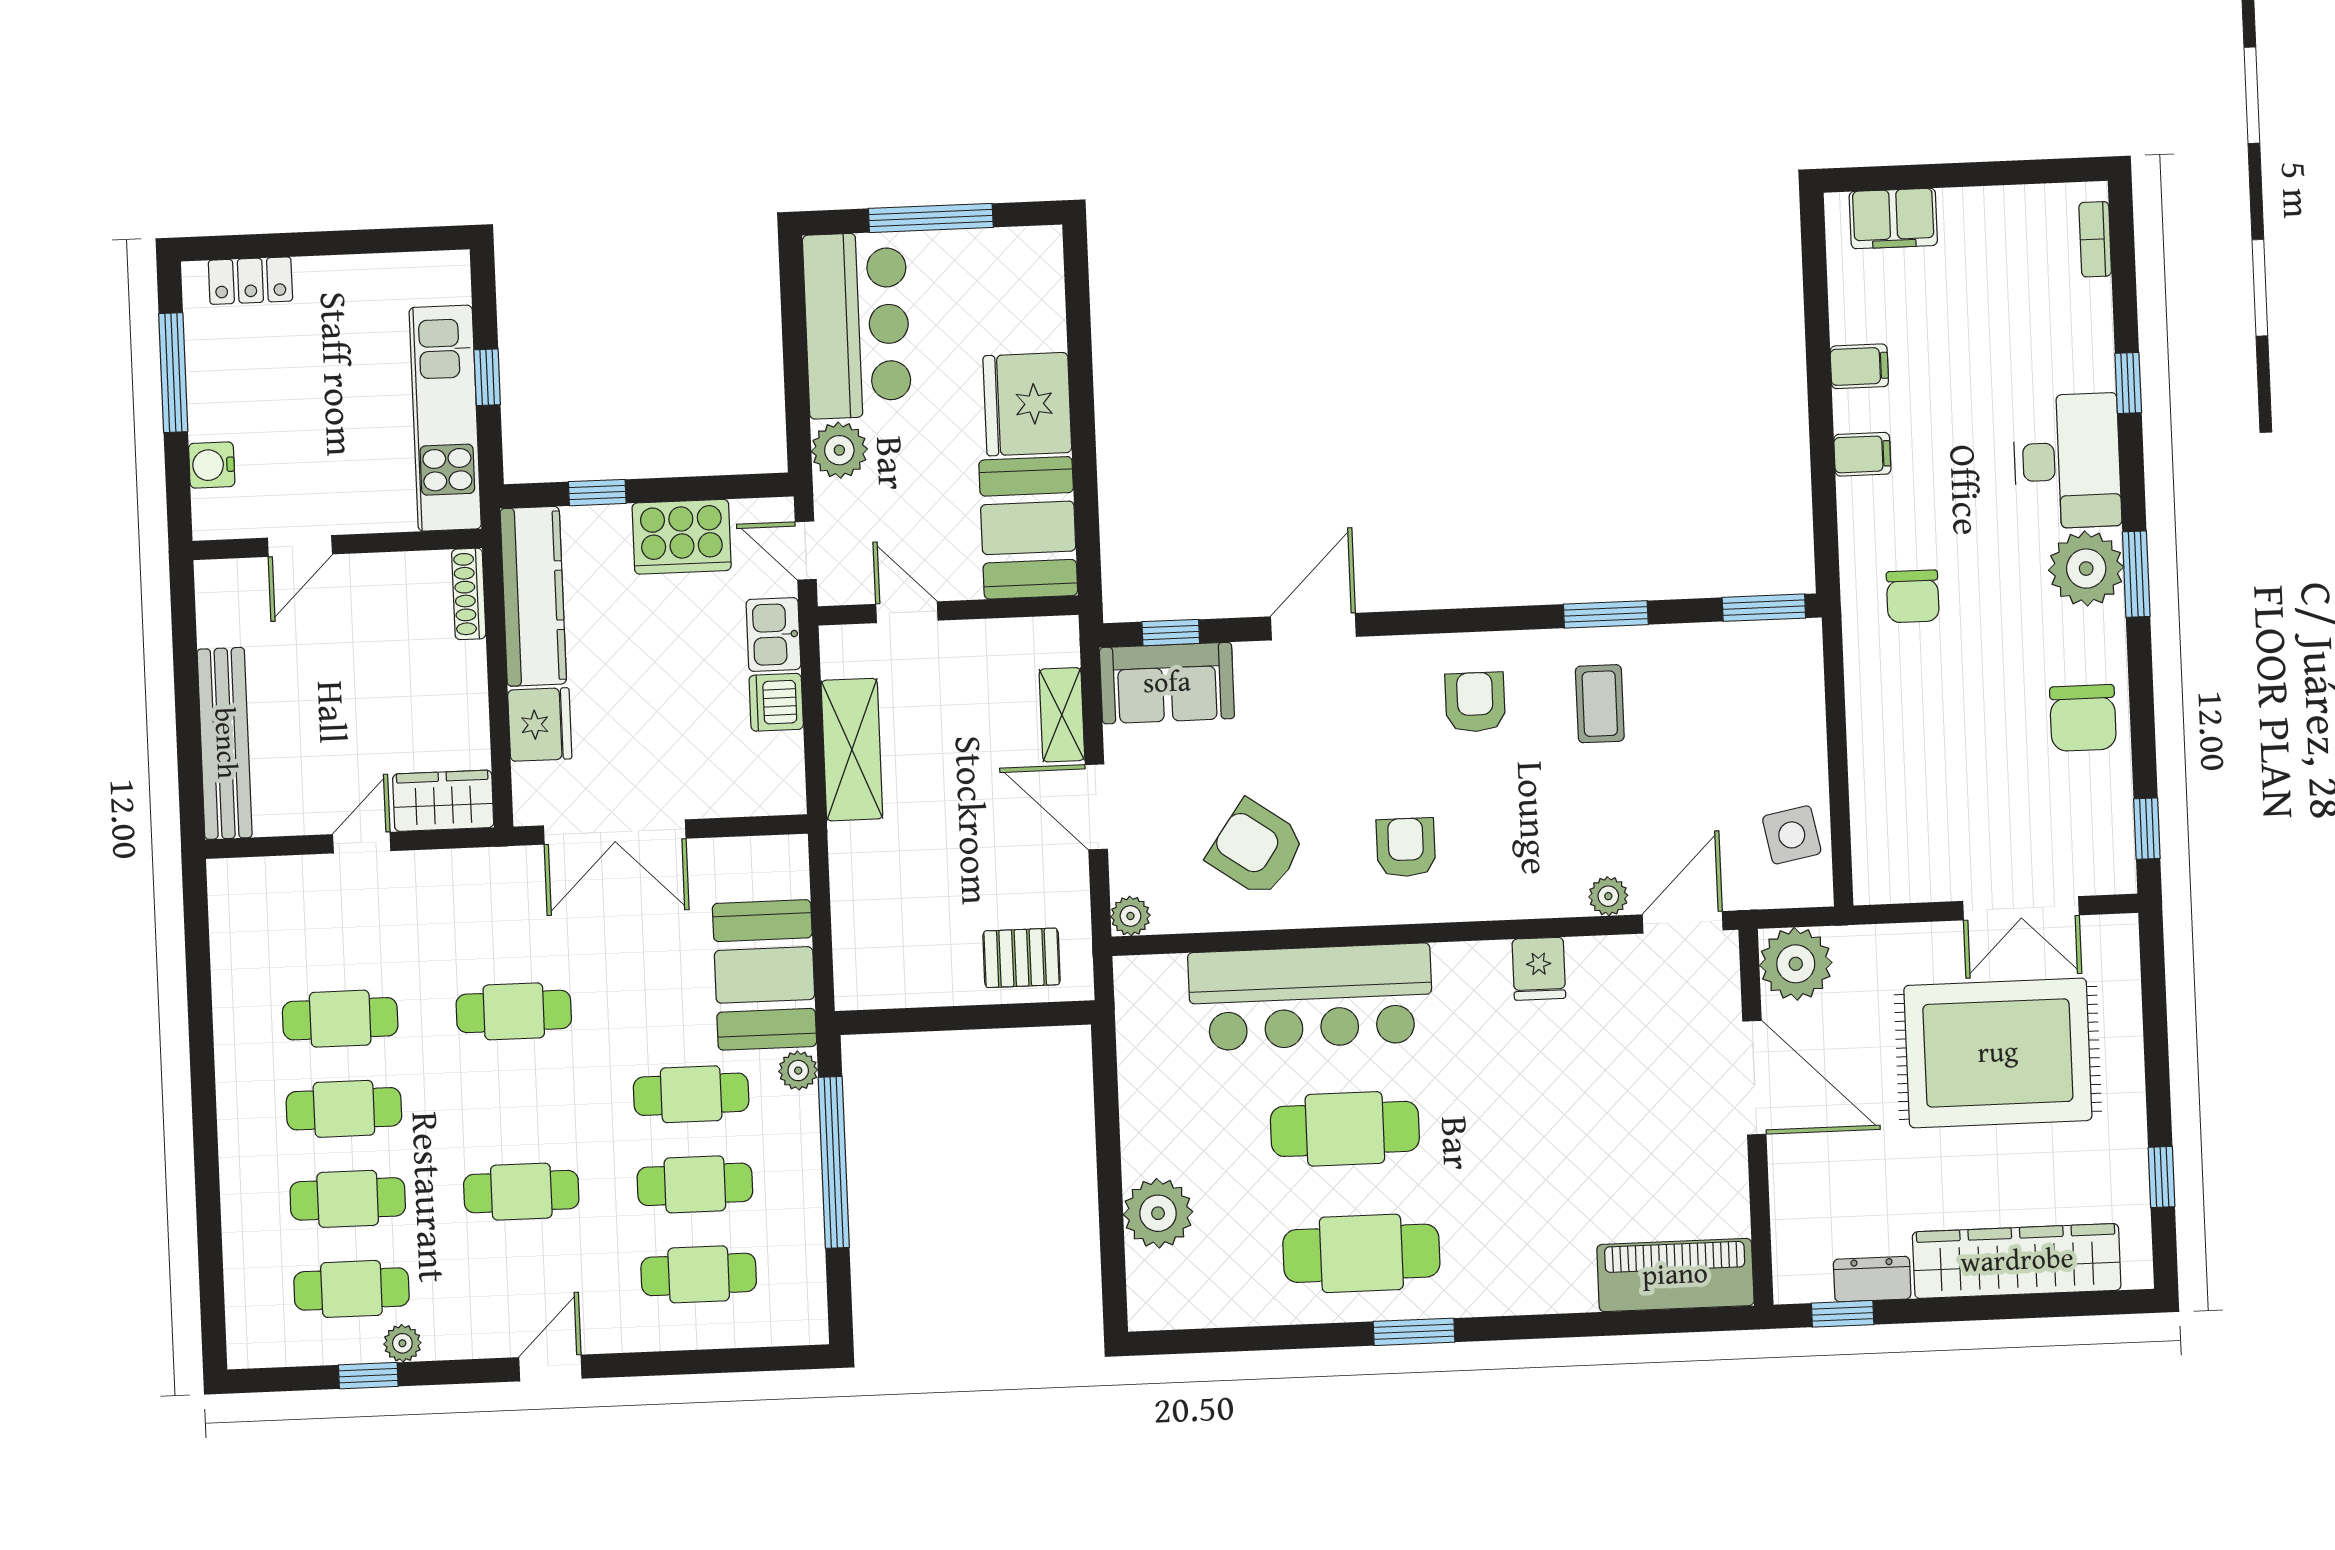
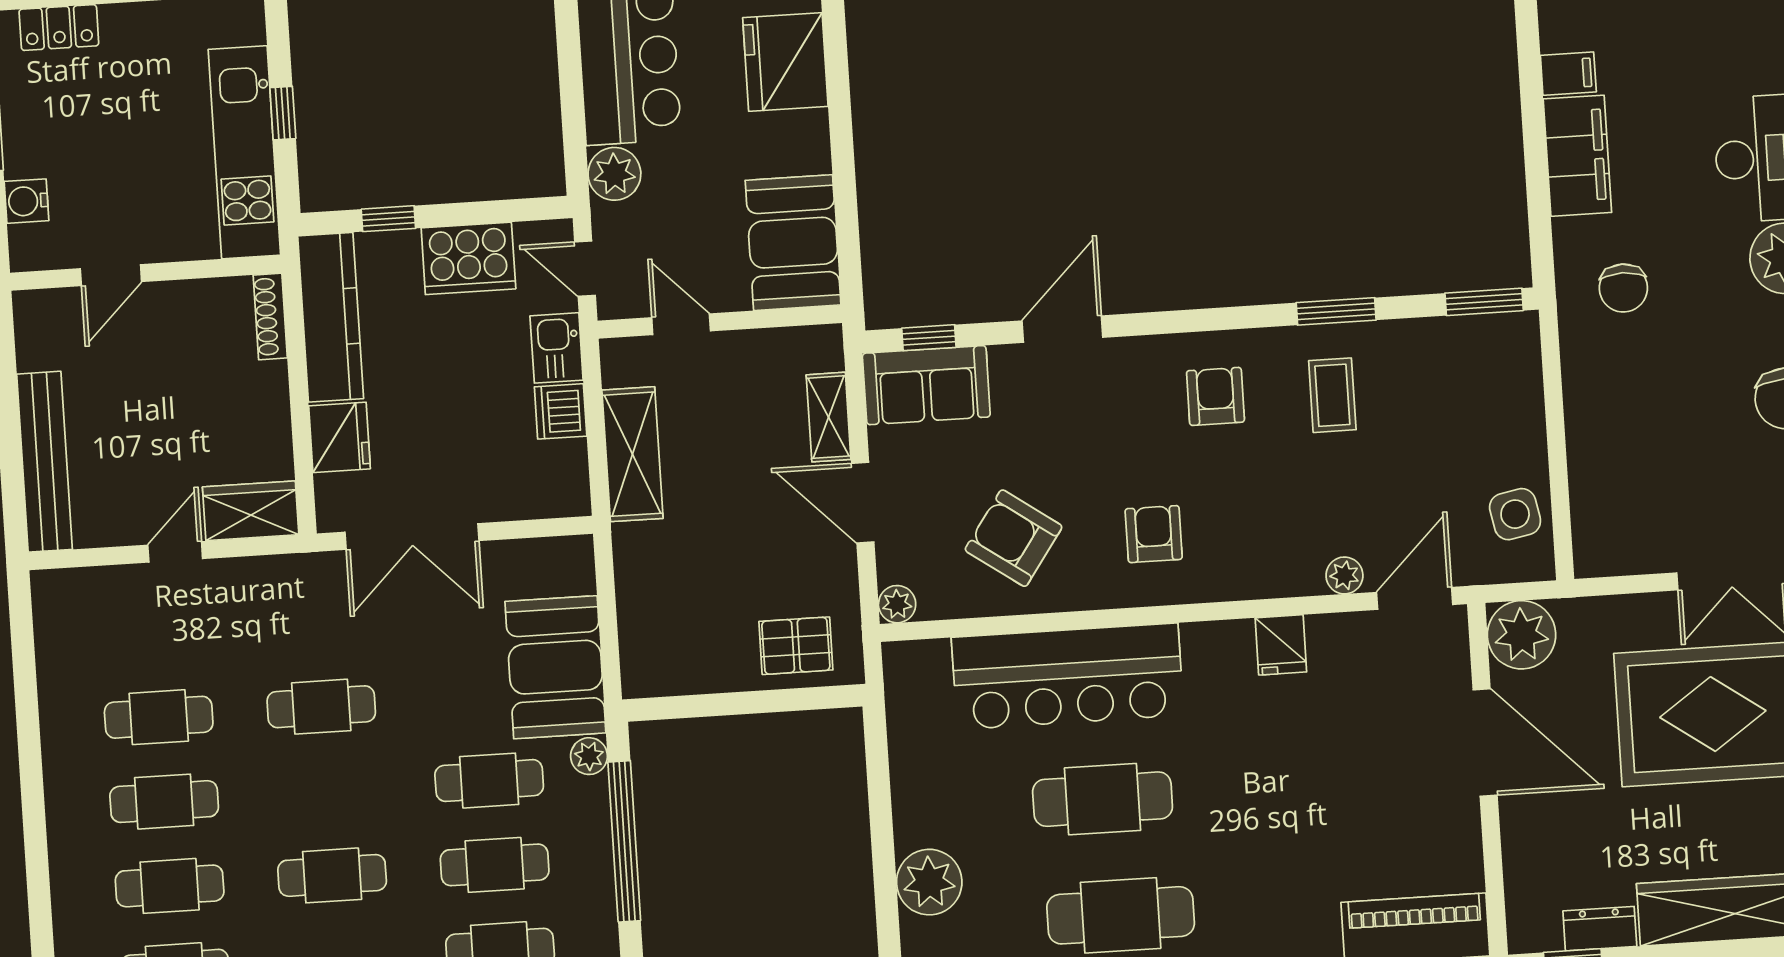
fridge: (1027, 404) -> (785, 62), moved
filing cabinet: (1862, 454) -> (1577, 156), width x3.00, depth x1.17

